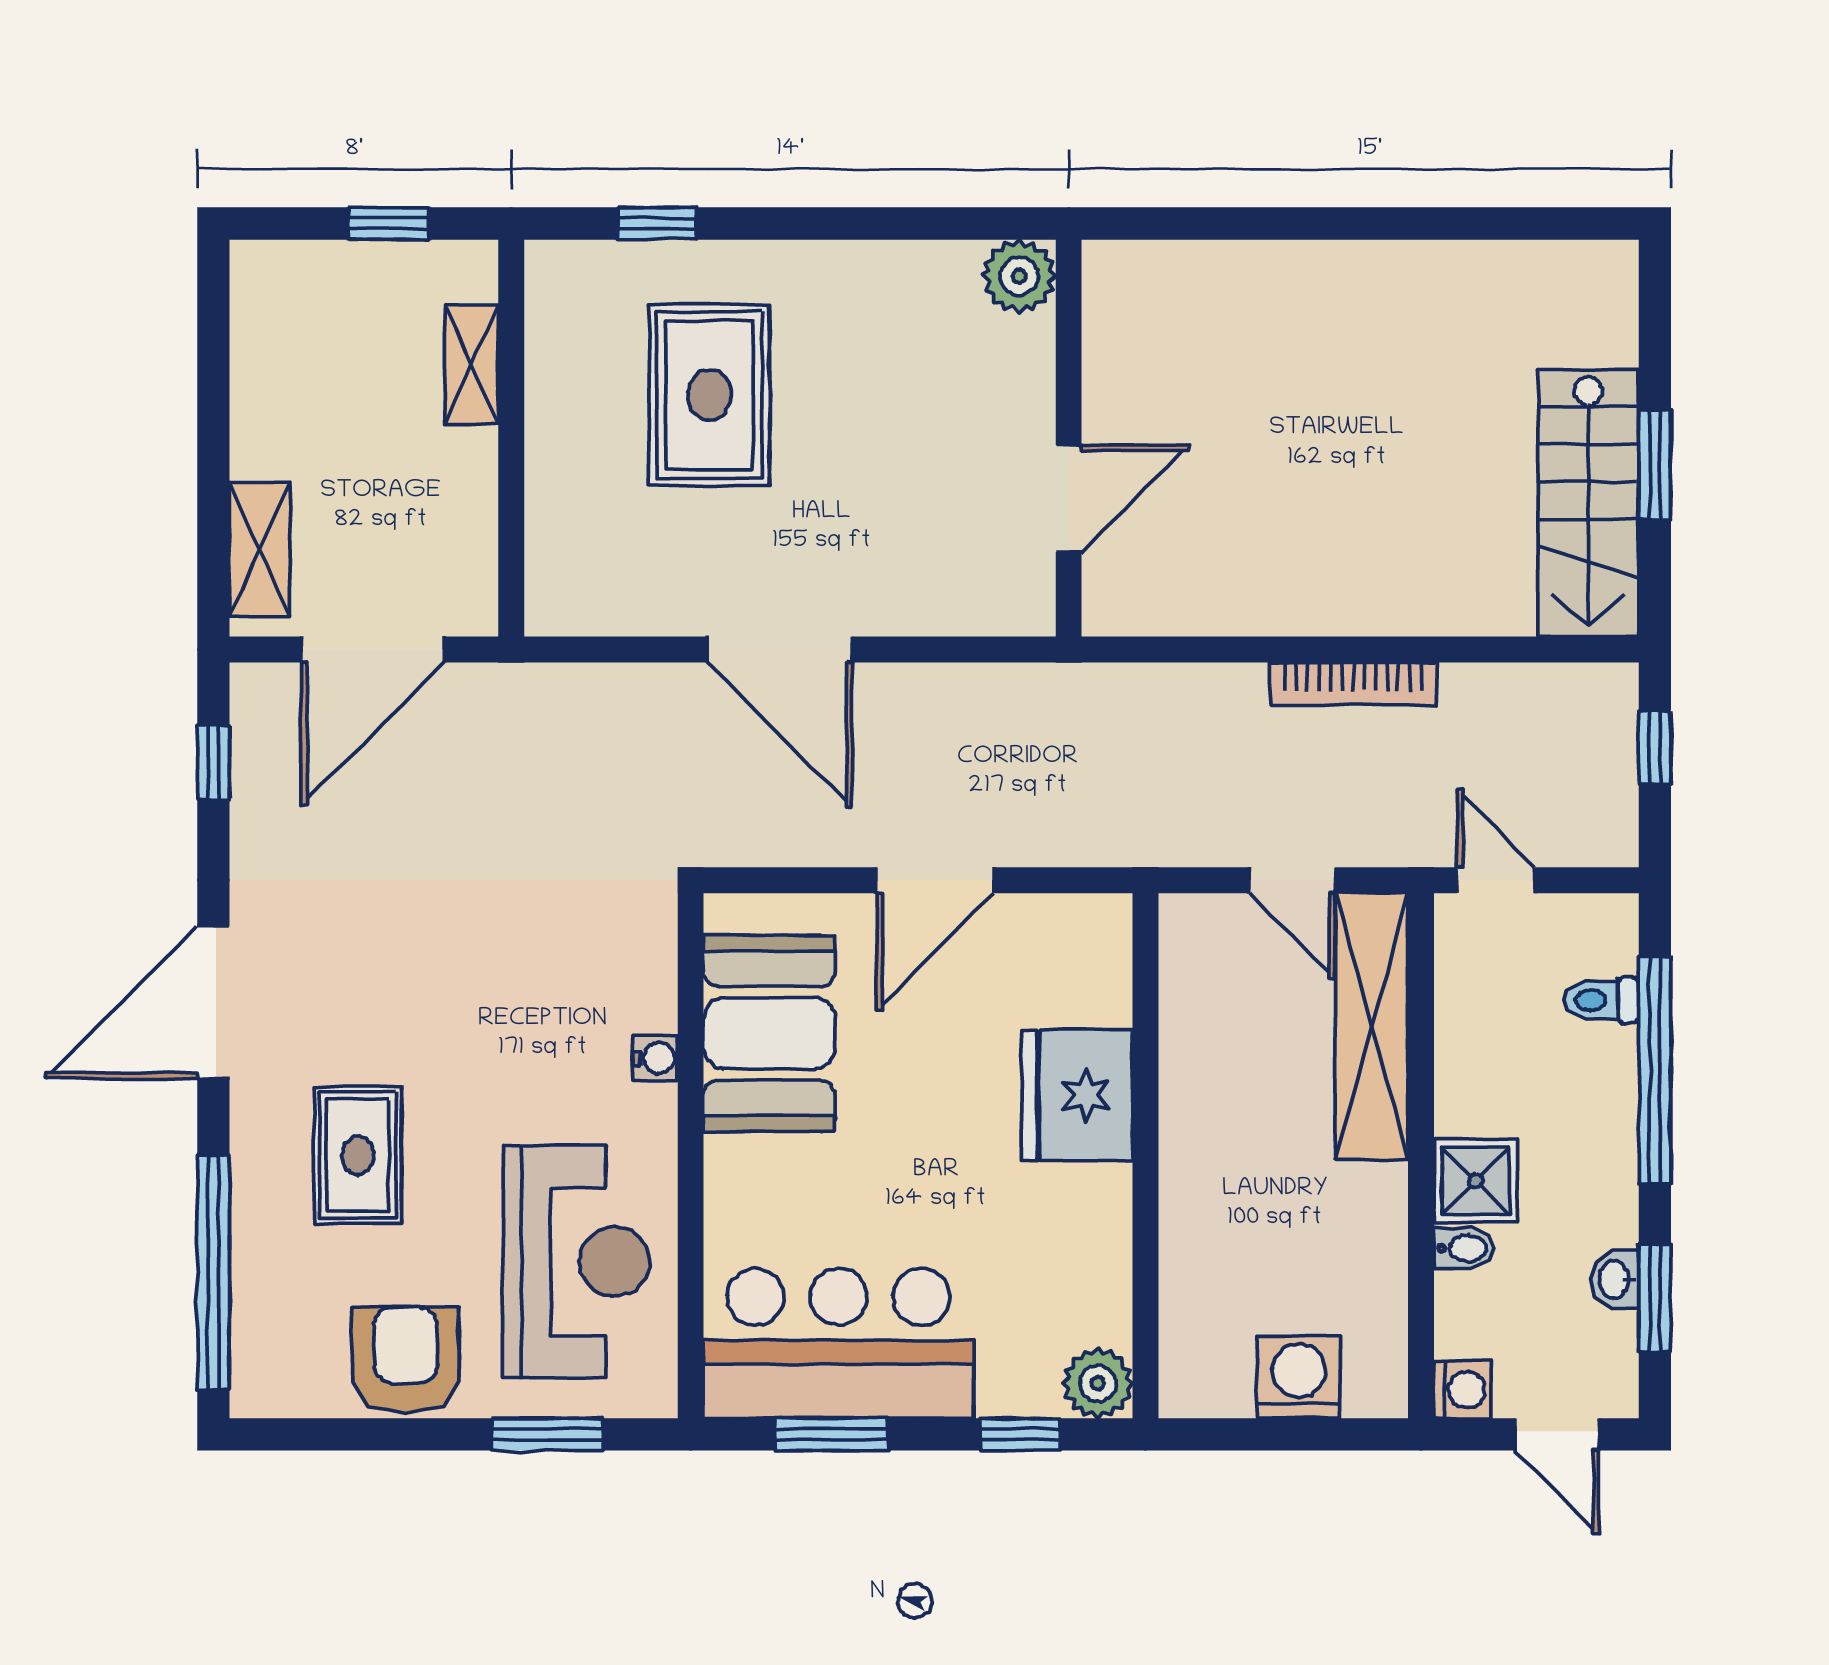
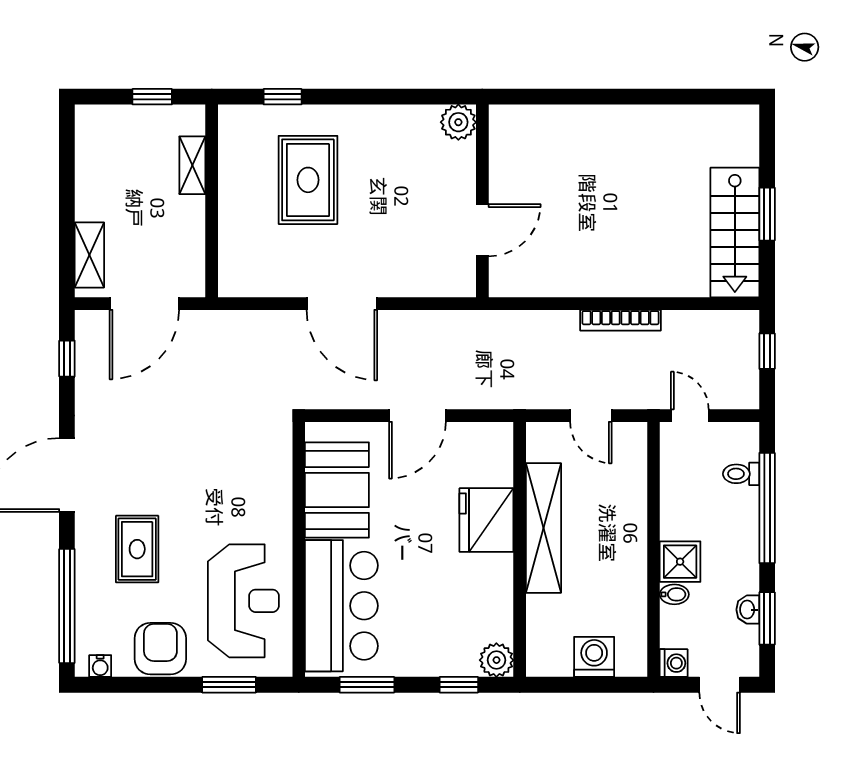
shelving: (1372, 1026) -> (544, 528), moved
water cooler: (655, 1058) -> (100, 666), moved, turned 90
bar counter: (839, 1343) -> (341, 606), moved, turned 90

